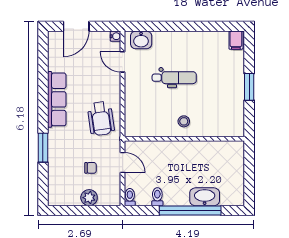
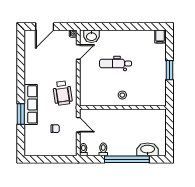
door: (123, 62) -> (78, 52), swing flipped
dental chair: (174, 78) -> (115, 64), turned 180
row of seats: (57, 99) -> (31, 104), moved
washbasin: (205, 197) -> (148, 149), moved
plant: (89, 198) -> (54, 150), removed

